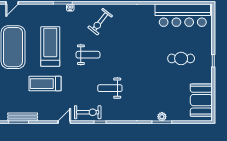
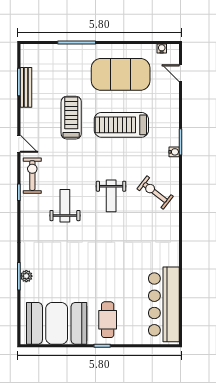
treadmill: (50, 46) -> (121, 125), turned 180
weight bench: (88, 55) -> (111, 196), moved
cafe table: (181, 58) -> (108, 320), moved
booth: (201, 100) -> (57, 323), width x1.36, depth x1.42
exercise bike: (88, 112) -> (32, 176), turned 180

